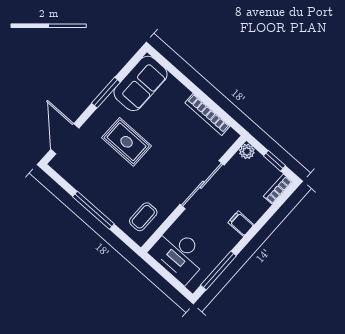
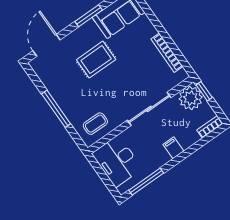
rug: (127, 142) -> (96, 60), turned 90
plant: (247, 151) -> (191, 98), width x1.88, depth x1.88
window: (275, 161) -> (204, 91), moved

